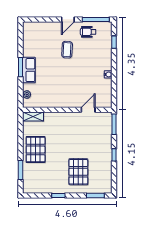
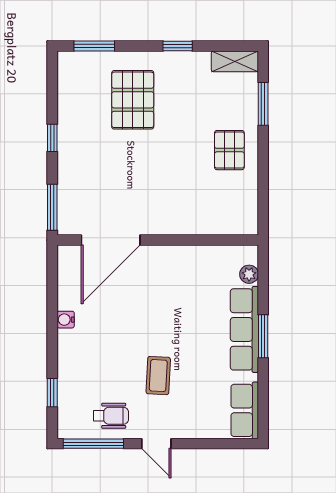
door: (68, 19) -> (156, 444), swing flipped
row of seats: (29, 34) -> (245, 410), added
row of seats: (29, 70) -> (244, 329), width x1.48
door: (88, 110) -> (111, 240), width x1.88
shelving: (33, 116) -> (235, 61), moved
pallet: (36, 150) -> (229, 150), width x0.67, depth x0.71

